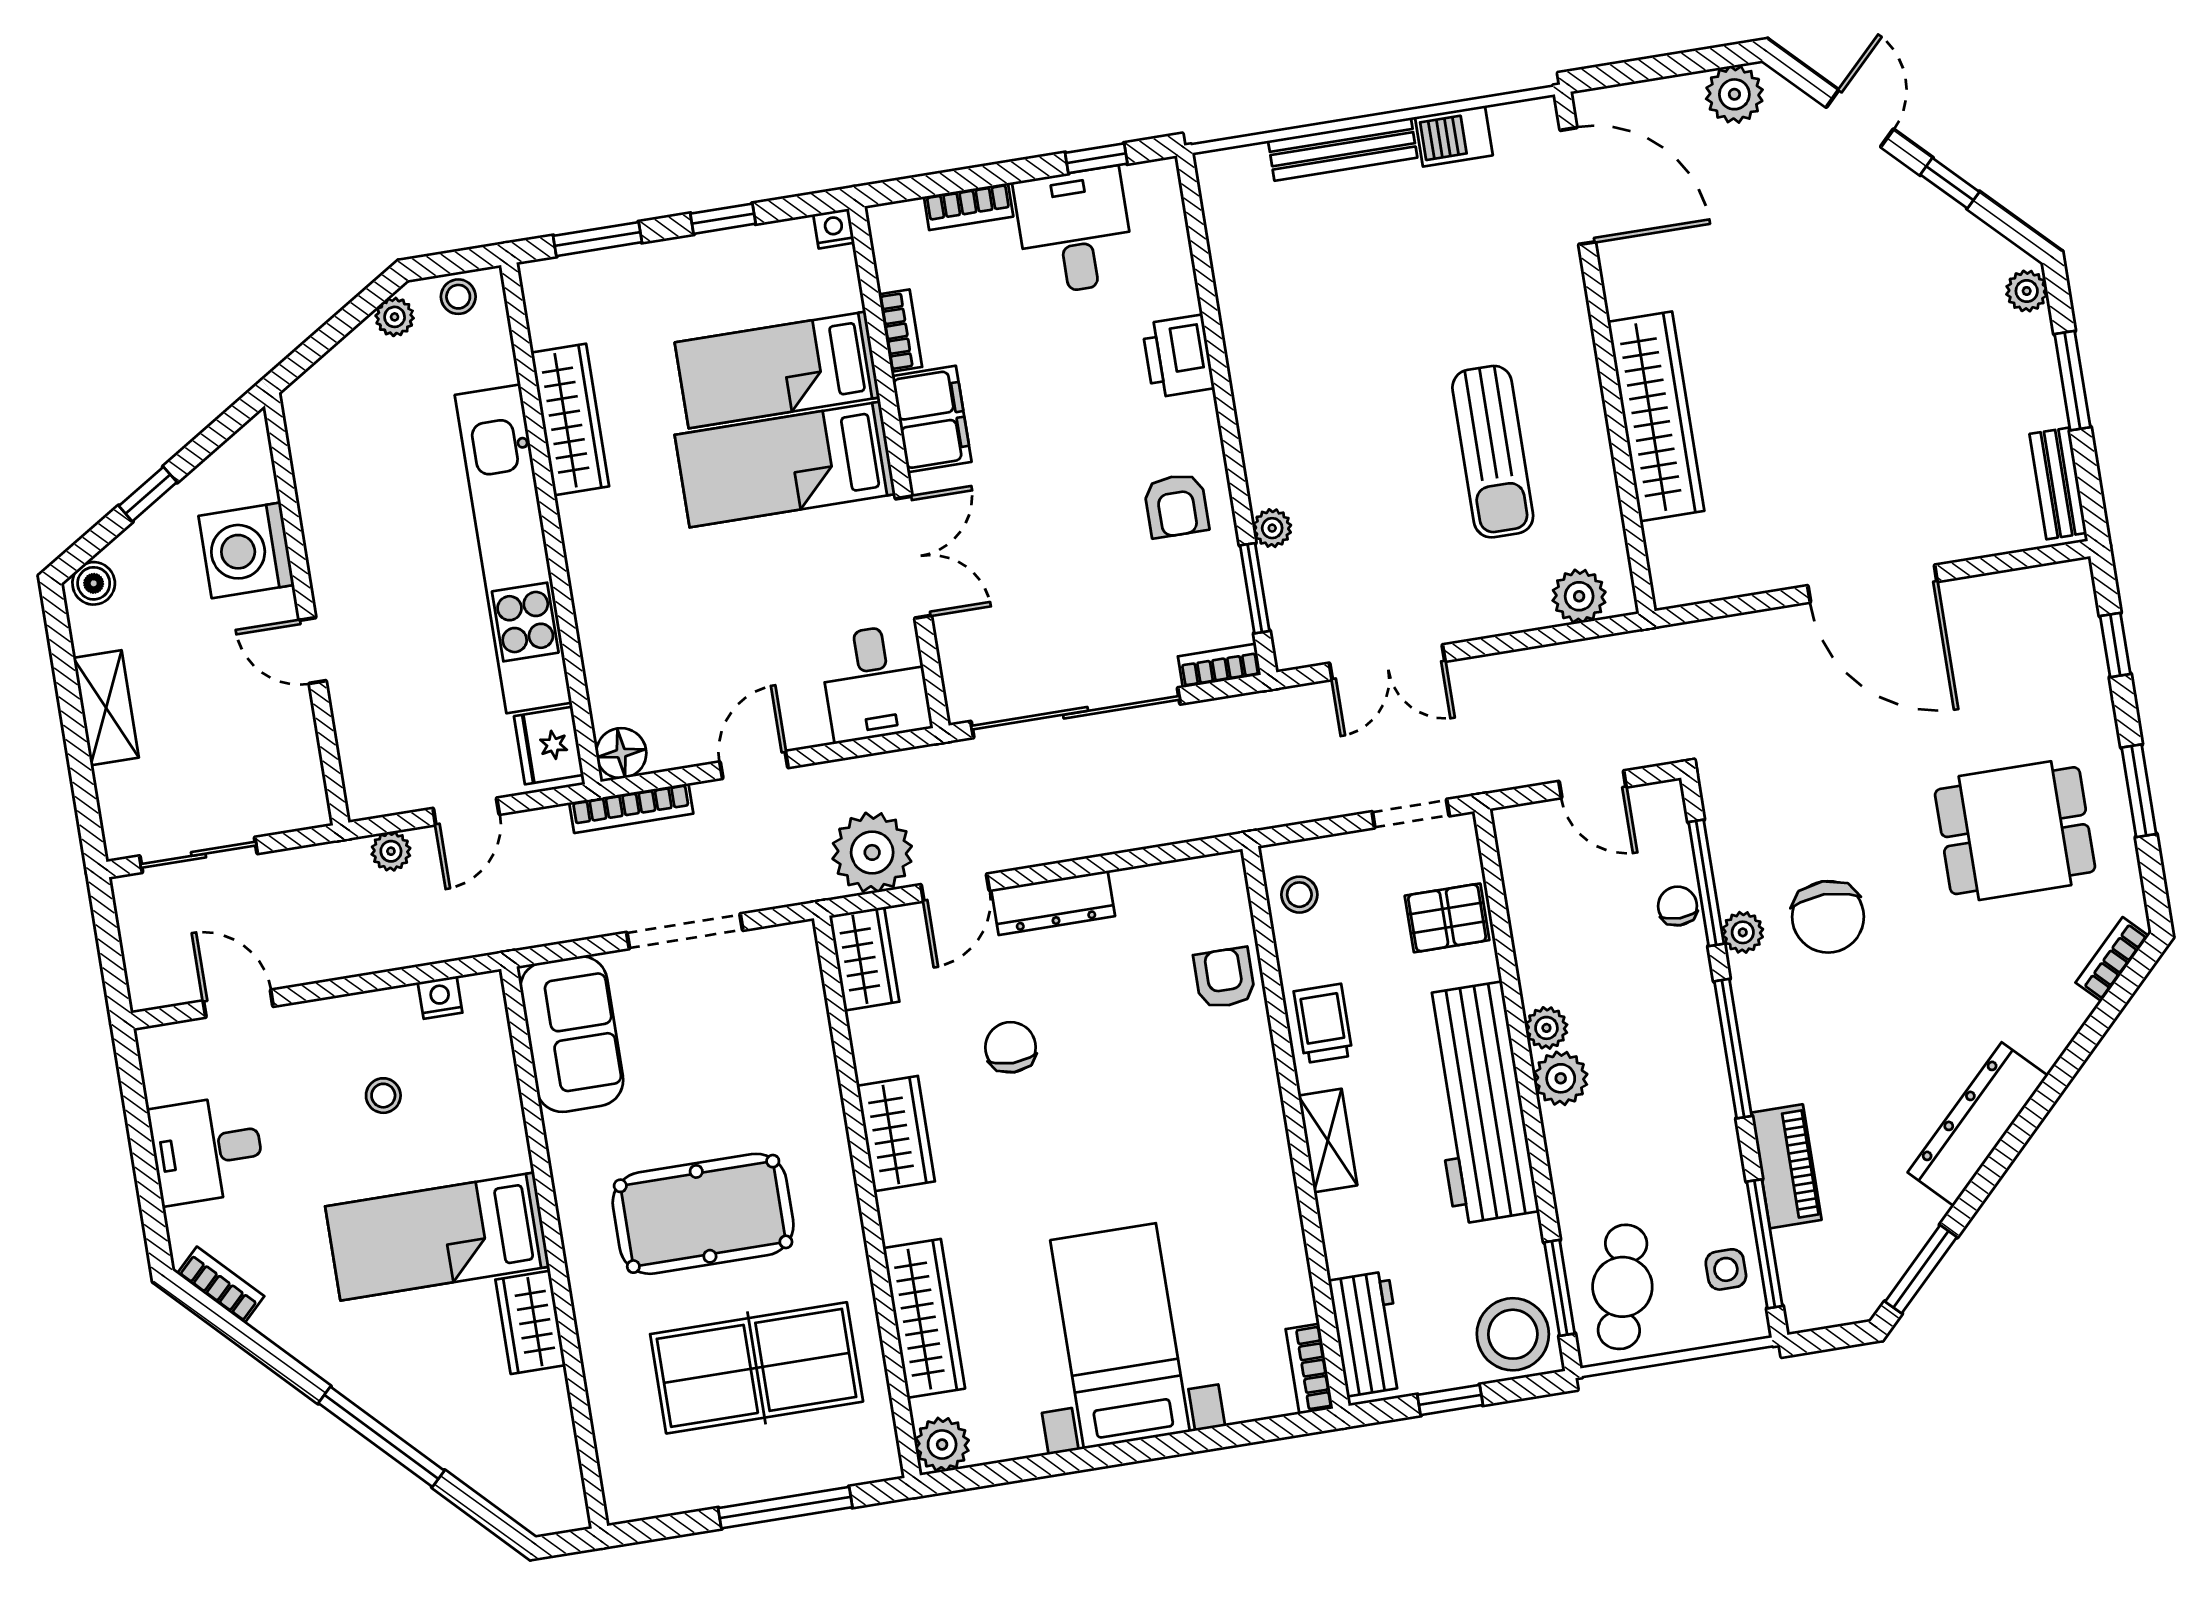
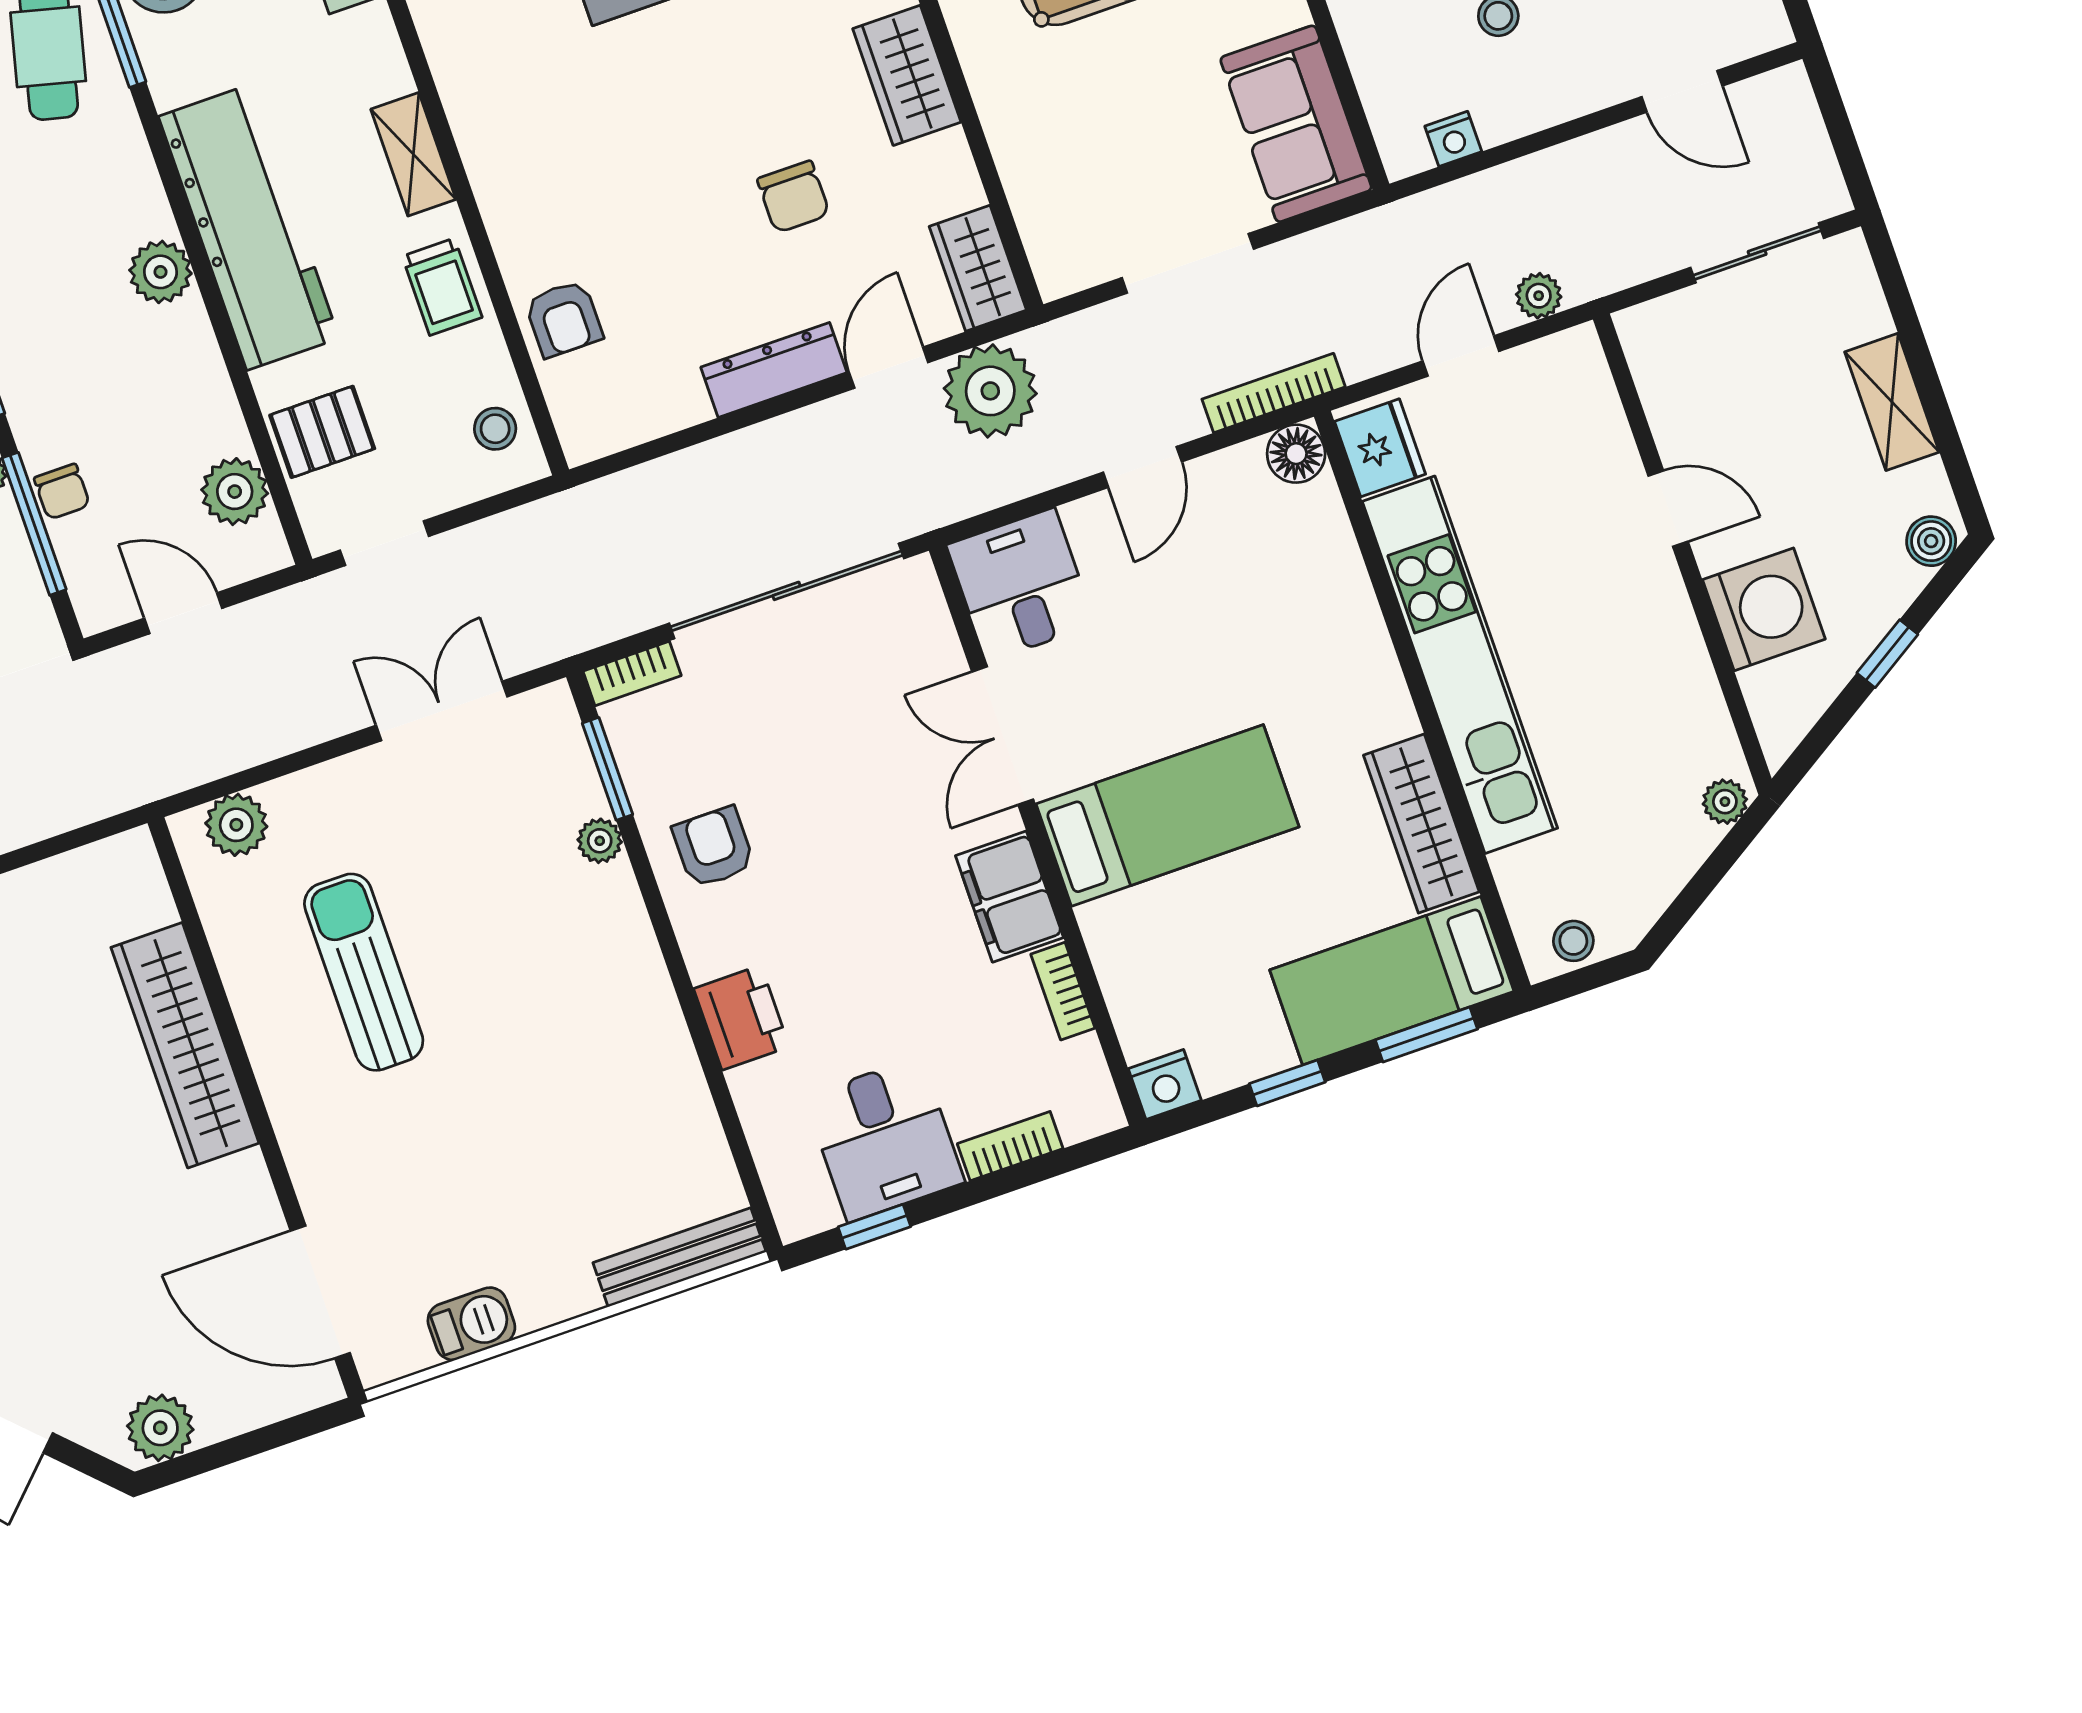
bench: (1343, 149) -> (680, 1257), moved
nightstand: (834, 229) -> (1165, 1085), width x1.39, depth x1.35
plant: (395, 317) -> (1725, 802), moved
bed: (777, 370) -> (1392, 981), moved, turned 180
plant: (1546, 1028) -> (235, 492), moved, width x1.38, depth x1.38

